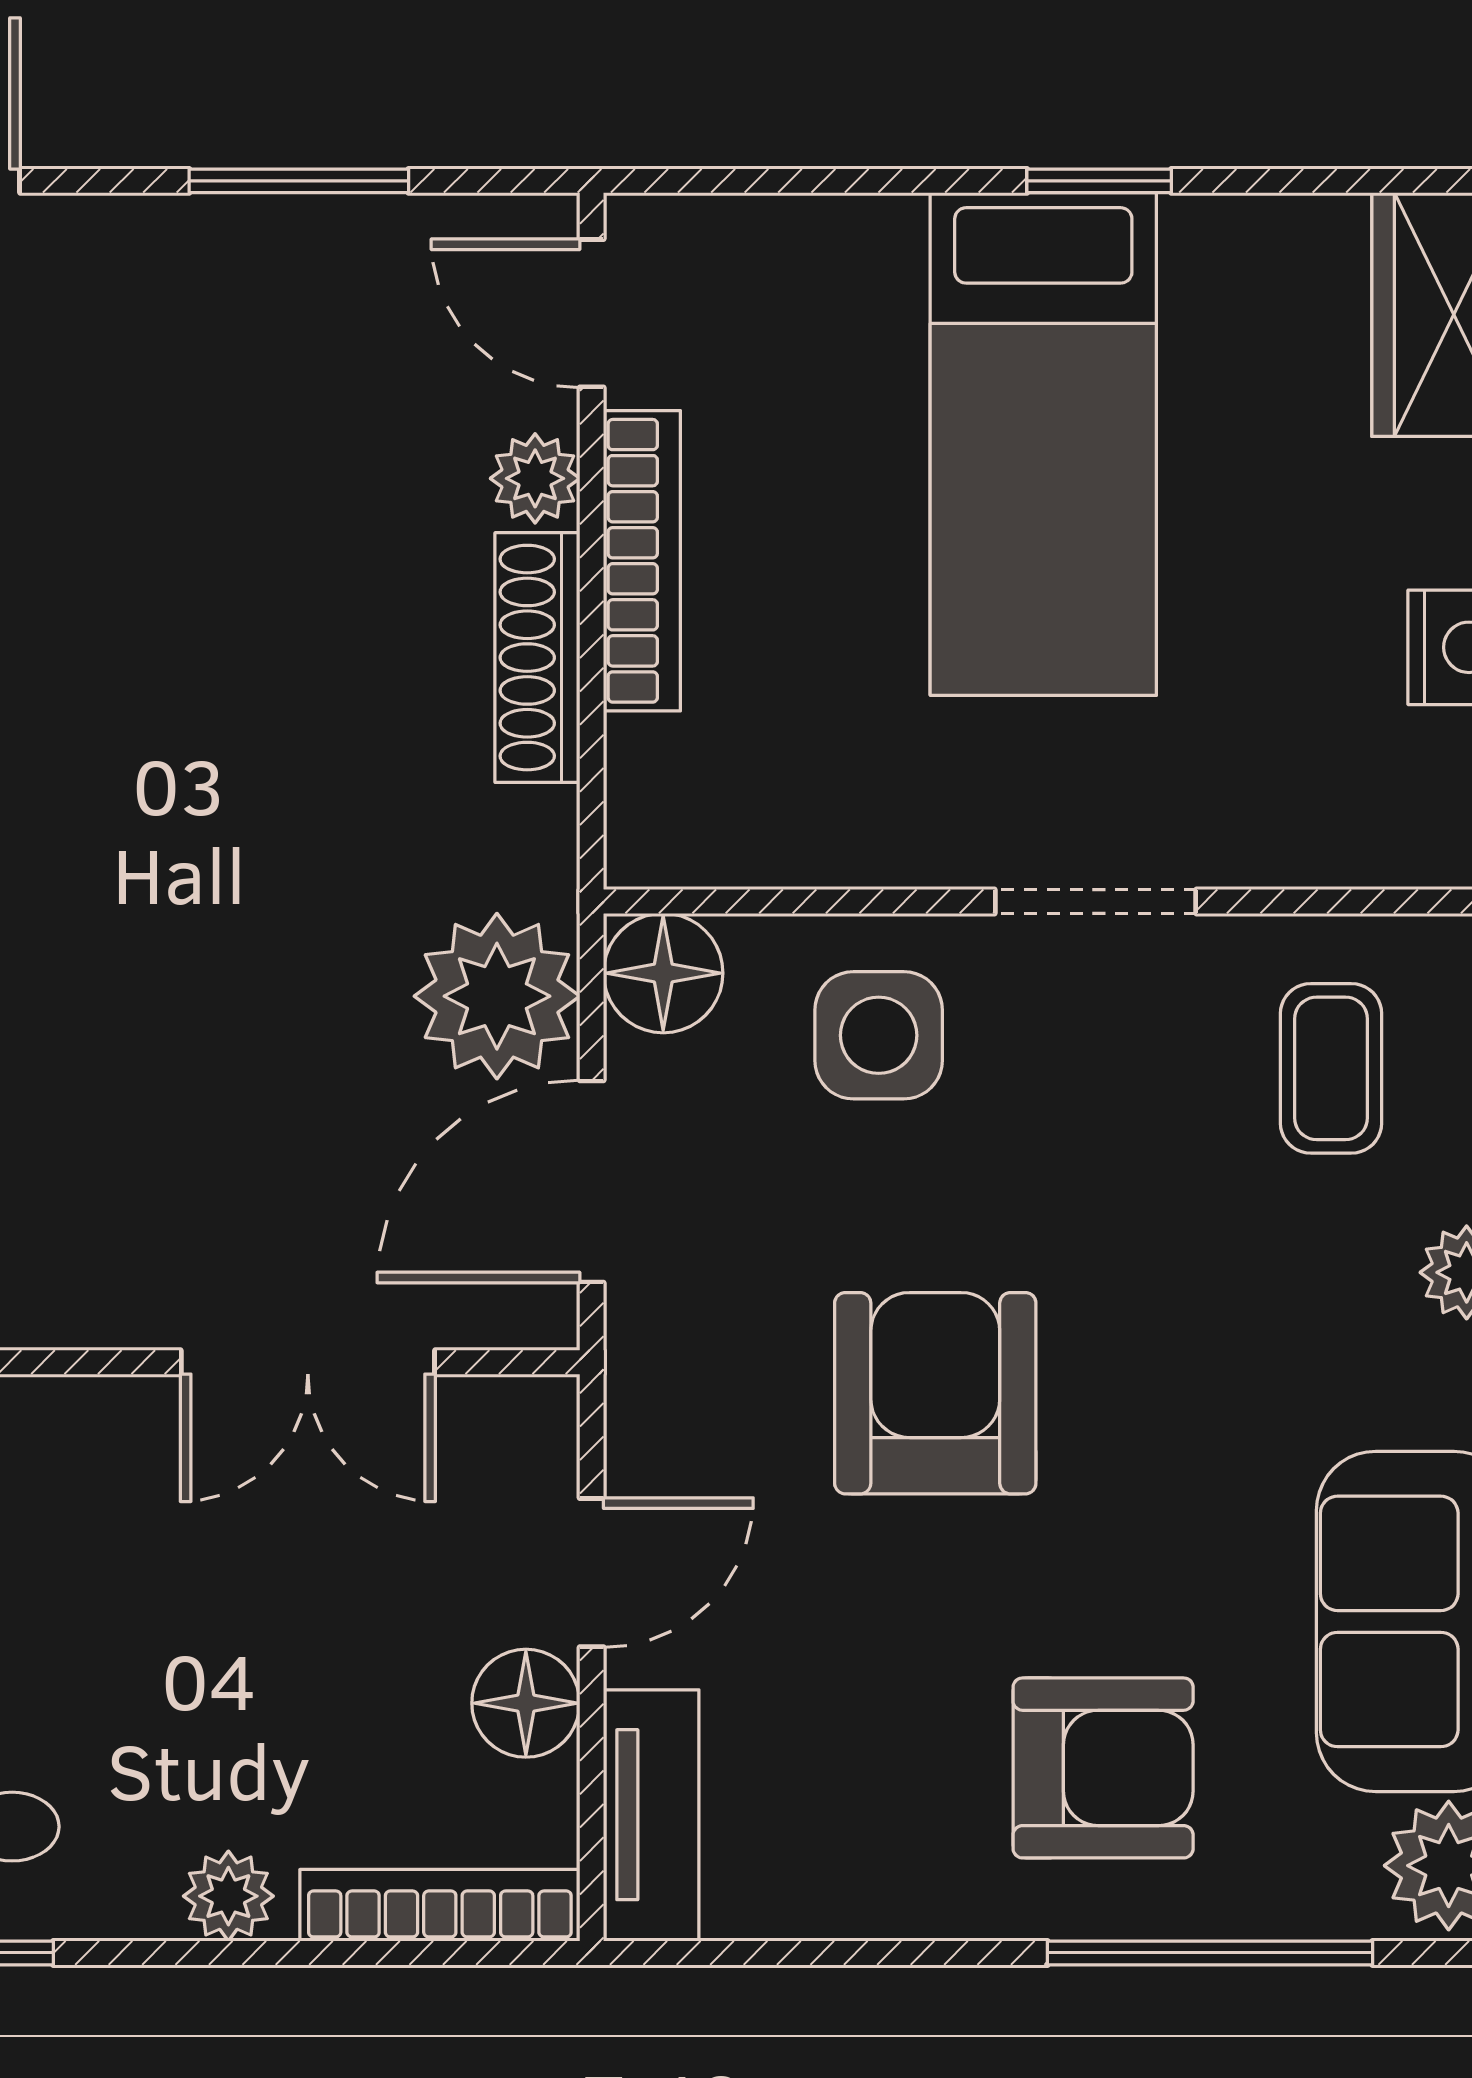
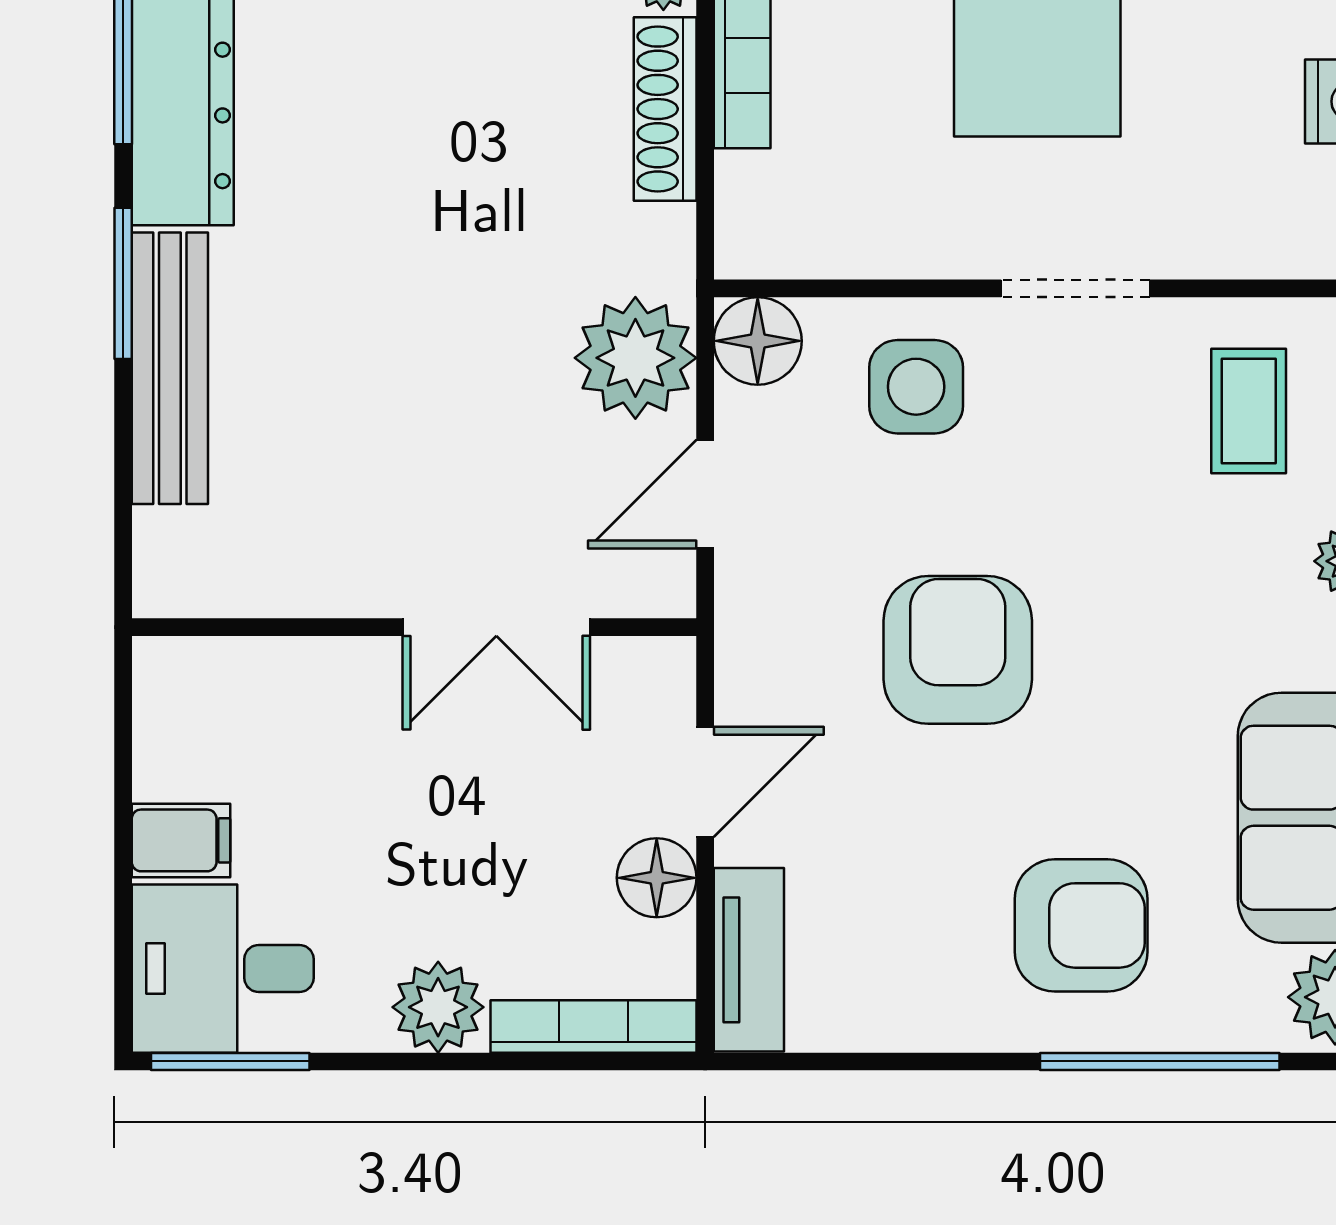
door: (592, 1181) -> (705, 494), width x0.73
plant: (228, 1896) -> (438, 1007), width x1.38, depth x1.38

